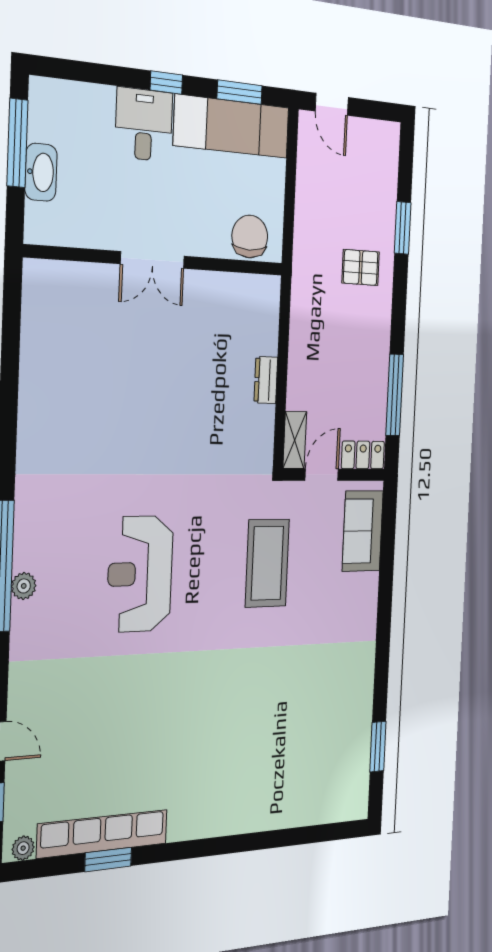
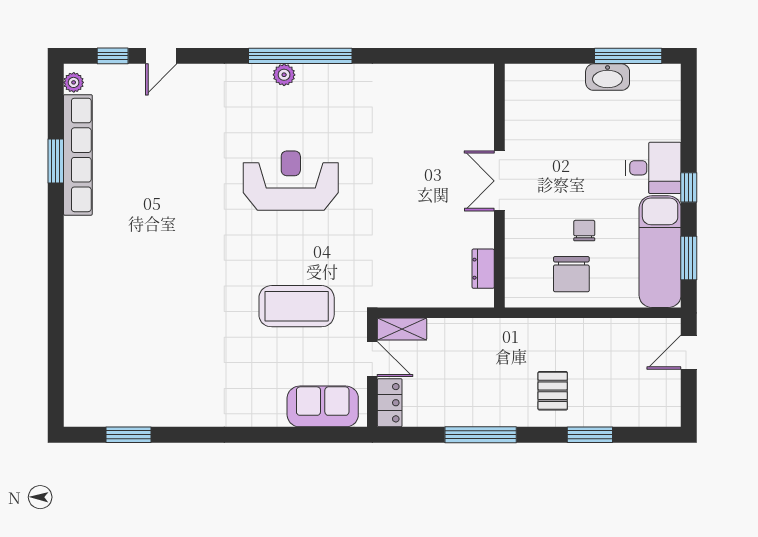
chair: (206, 217) -> (584, 231), added
chair: (250, 236) -> (571, 274), turned 90
double door: (153, 260) -> (499, 181), moved
wall: (158, 260) -> (499, 186), moved
dresser: (266, 380) -> (483, 269), moved, turned -90
window: (395, 395) -> (481, 435), moved

